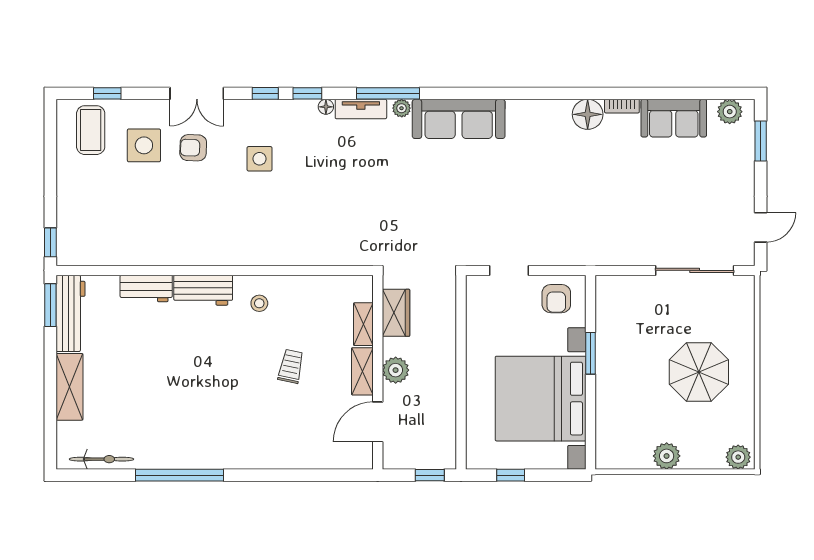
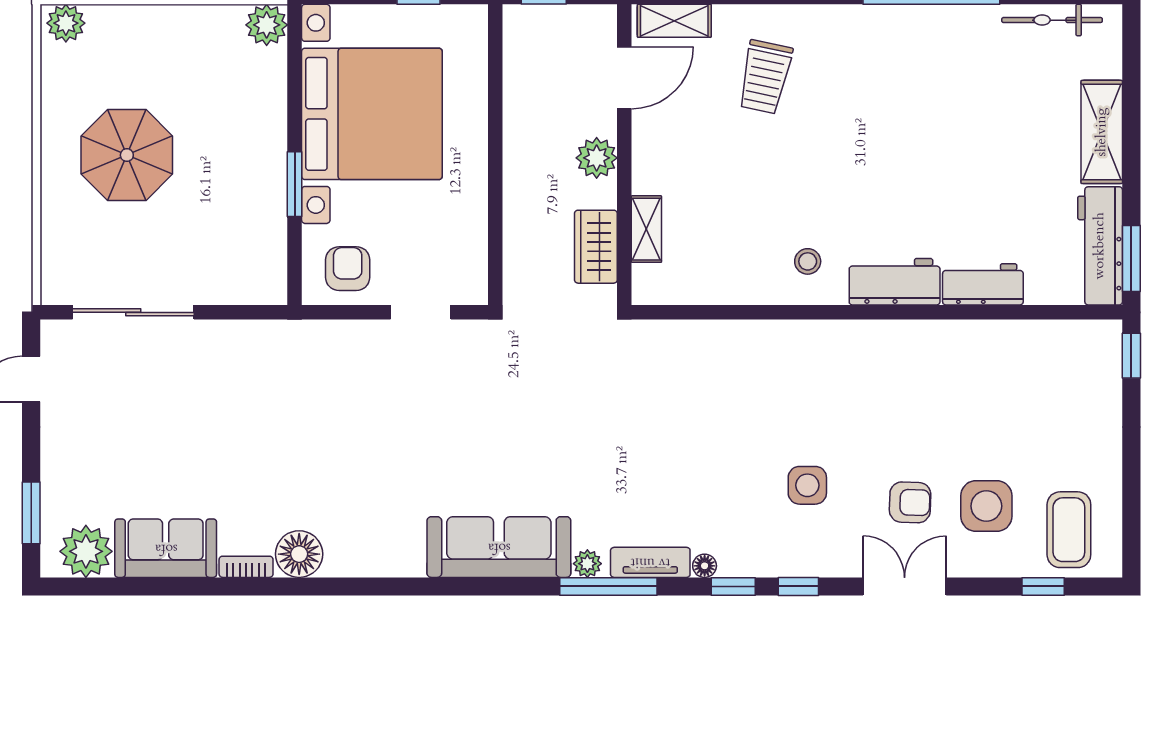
plant: (730, 112) -> (86, 551), width x1.36, depth x1.36
trolley: (291, 366) -> (765, 77), moved, width x1.36, depth x1.39
shelving: (362, 371) -> (674, 21), moved, turned 90
plant: (667, 456) -> (267, 25), moved

